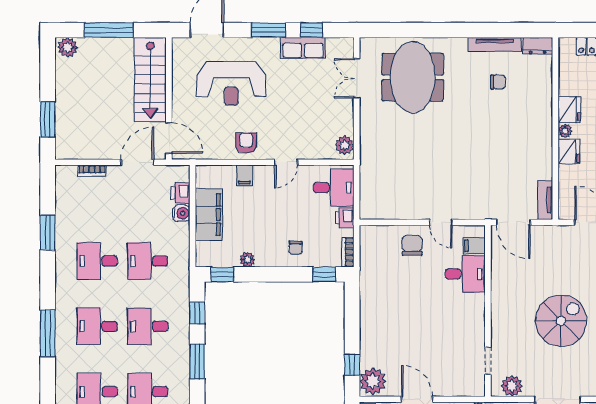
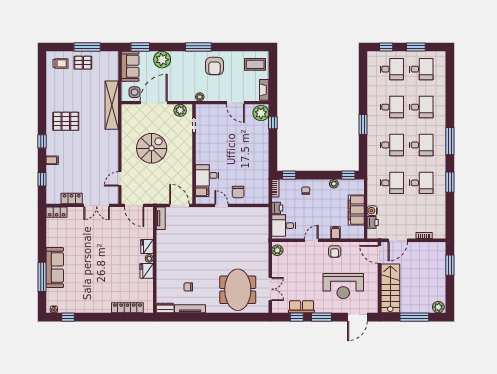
reception desk: (231, 84) -> (343, 286), turned 180
window: (48, 233) -> (450, 182), moved
window: (197, 313) -> (363, 153), removed
spiral stairs: (561, 321) -> (152, 148), turned 180

